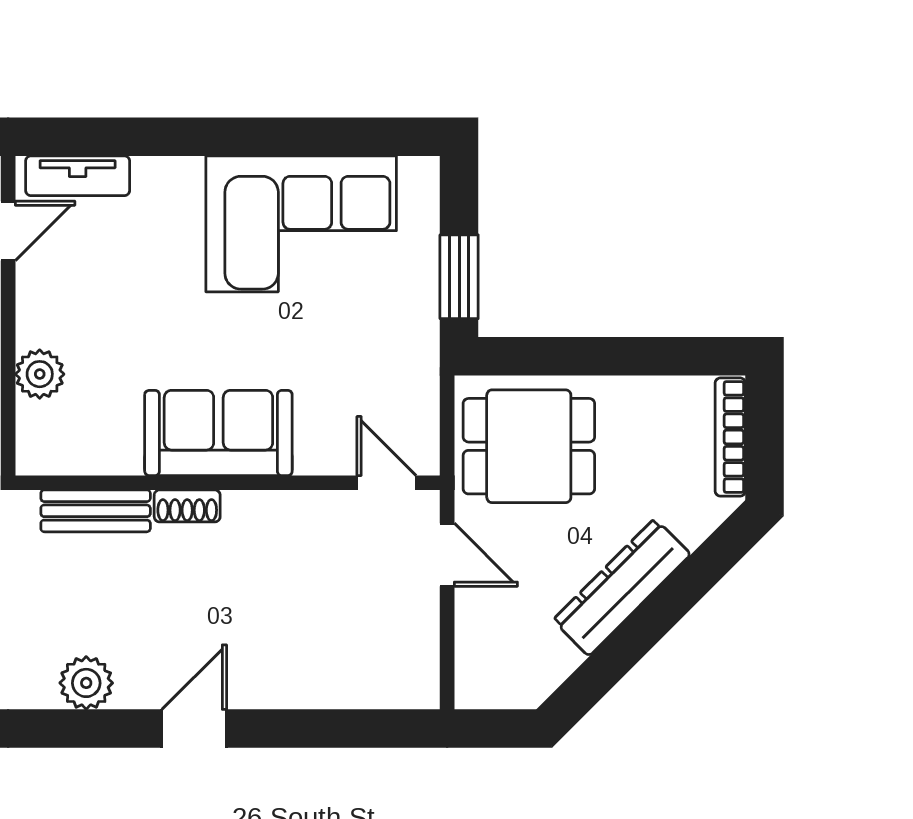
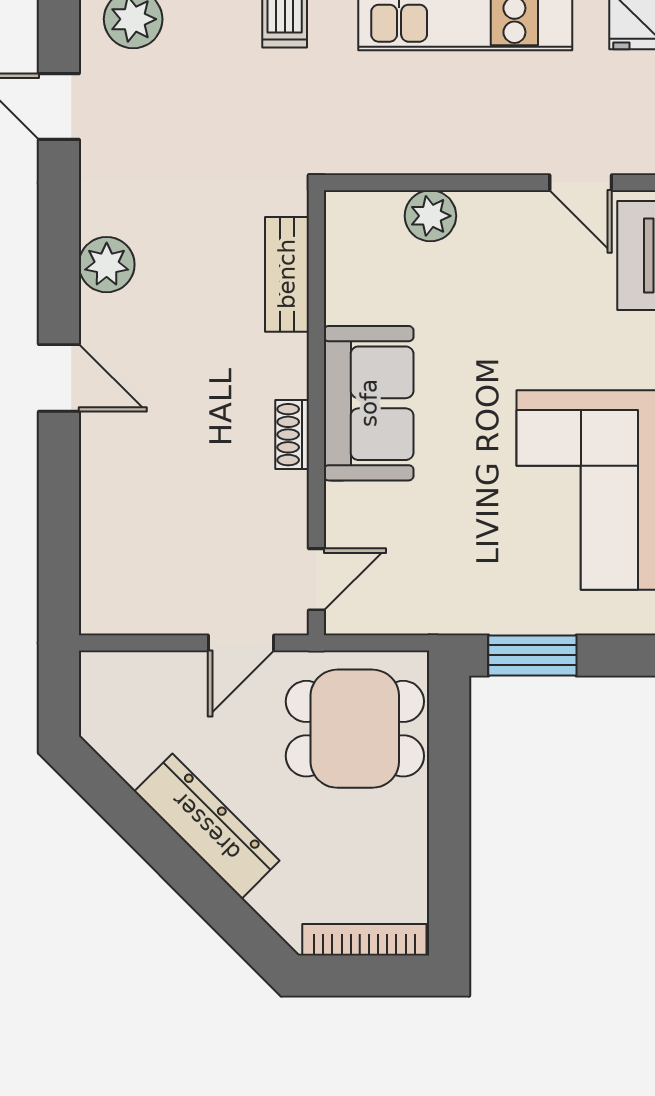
dining table: (529, 446) -> (355, 729), turned 90
shoe rack: (187, 506) -> (292, 435), moved

